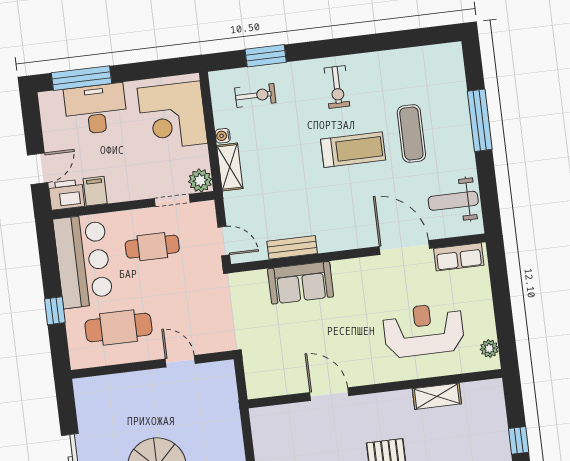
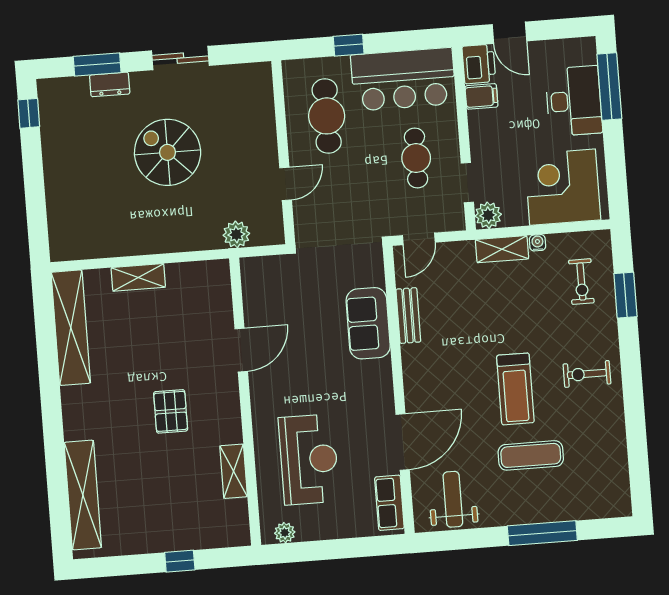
plant: (227, 403) -> (236, 234), added

